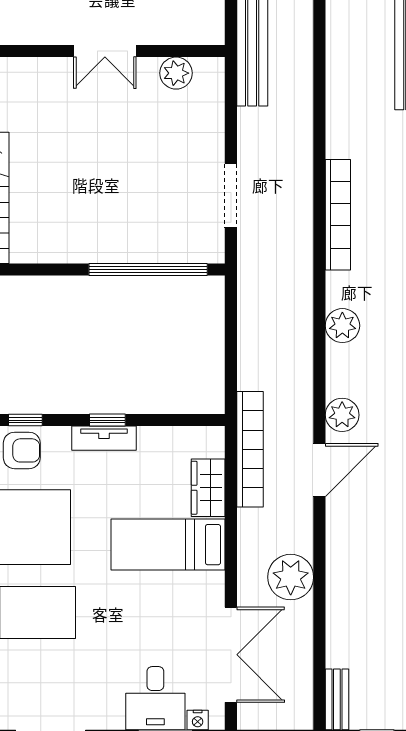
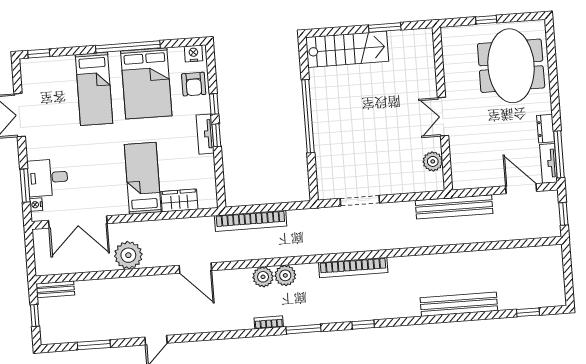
window: (148, 269) -> (308, 116), moved
plant: (342, 415) -> (263, 277), moved
window: (25, 420) -> (214, 104), moved
bookcase: (250, 449) -> (251, 221), moved

